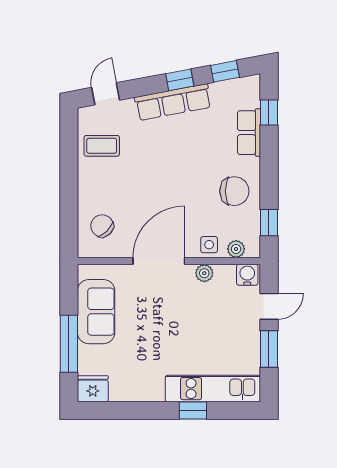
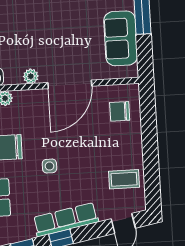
chair: (102, 226) -> (120, 111), turned 134
side table: (209, 245) -> (49, 166), moved

